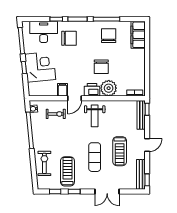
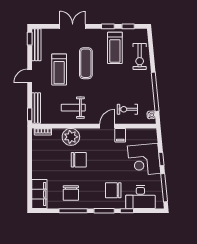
chair: (101, 67) -> (79, 160), turned 90
printer: (92, 90) -> (89, 135), removed
weight bench: (95, 116) -> (73, 108), moved, turned -90
treadmill: (120, 151) -> (59, 69), turned 180

